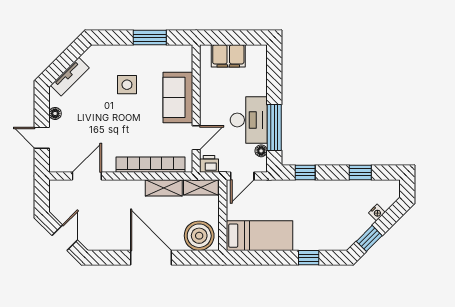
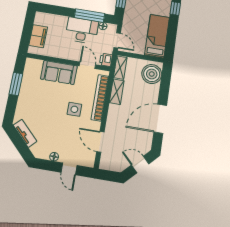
tv unit: (70, 77) -> (25, 133), moved
side table: (127, 85) -> (74, 109), moved
door: (42, 138) -> (69, 169), hinge flipped
door: (151, 258) -> (160, 119), moved

